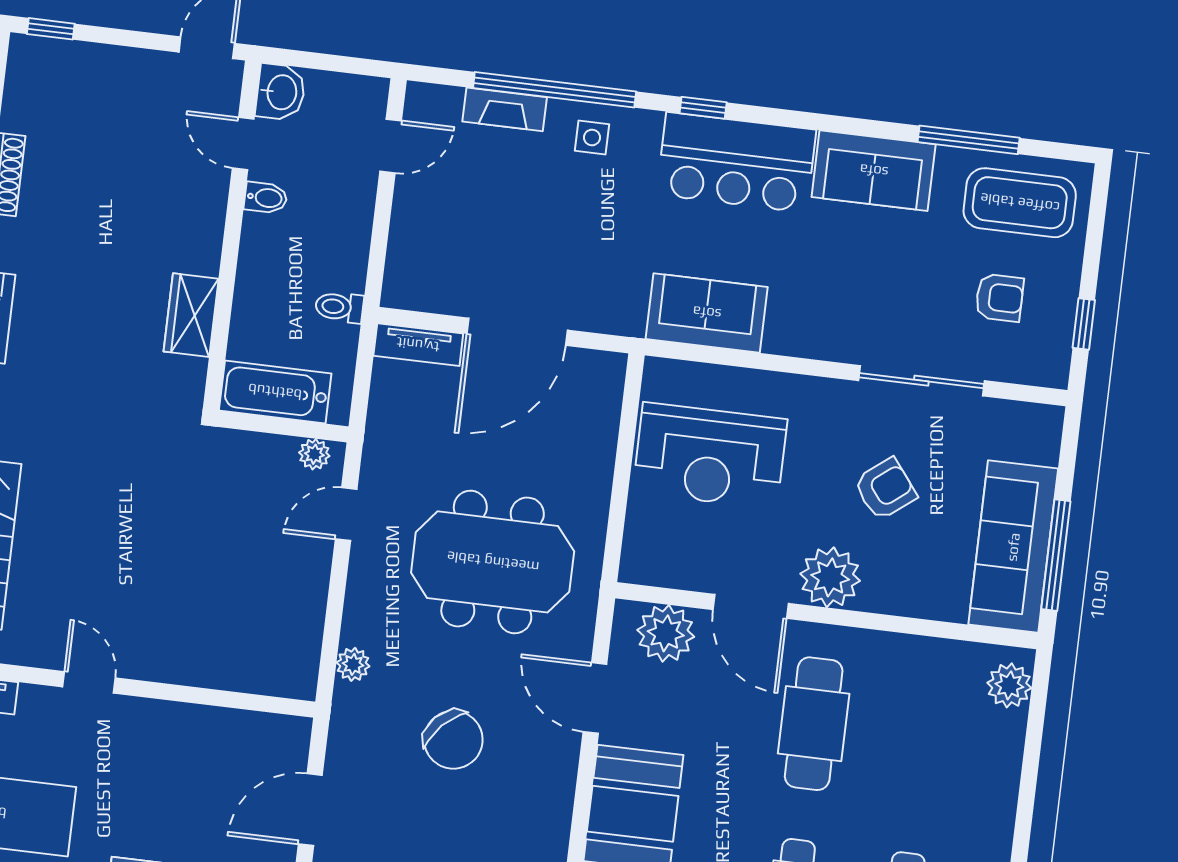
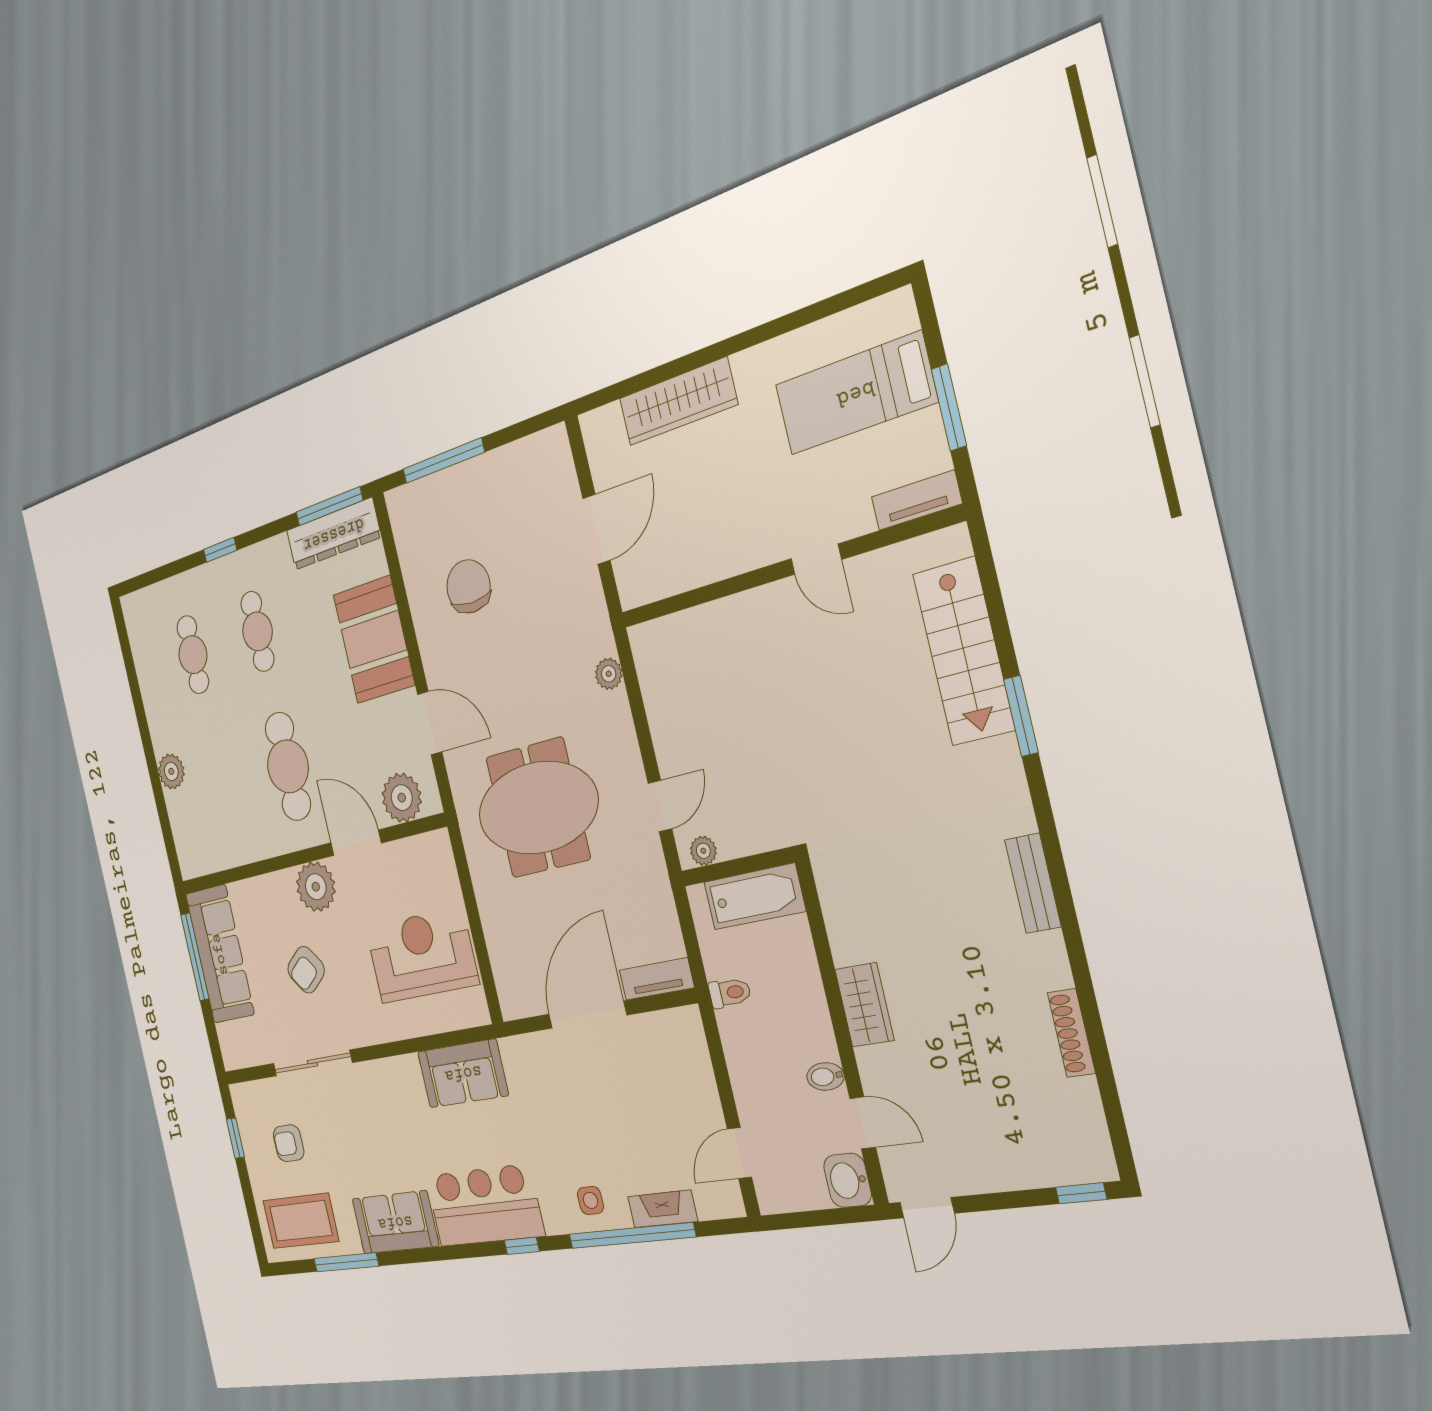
wardrobe: (191, 315) -> (864, 1005), moved
plant: (1009, 685) -> (171, 771), moved
chair: (453, 740) -> (468, 586), moved, turned 46

